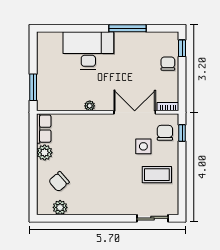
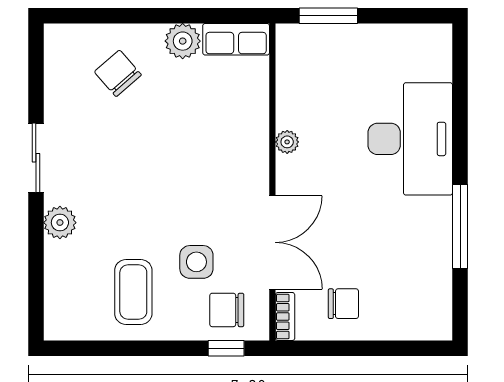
window: (182, 48) -> (416, 348), removed
chair: (168, 64) -> (343, 304), moved
chair: (165, 133) -> (227, 310), turned 180
plant: (60, 207) -> (60, 223), moved
sliding door: (153, 218) -> (36, 158), moved

